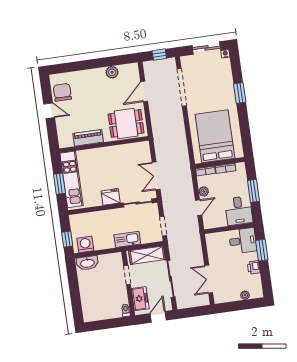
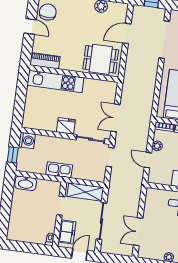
piano: (88, 138) -> (45, 61), moved
kitchen unit: (71, 179) -> (56, 81), moved, turned 90
window: (59, 184) -> (20, 99), removed
door: (199, 208) -> (148, 160), swing flipped
doorway: (163, 226) -> (110, 157), moved
kitchen sink: (127, 239) -> (59, 170), moved
washing machine: (85, 244) -> (27, 140), moved, turned 90

